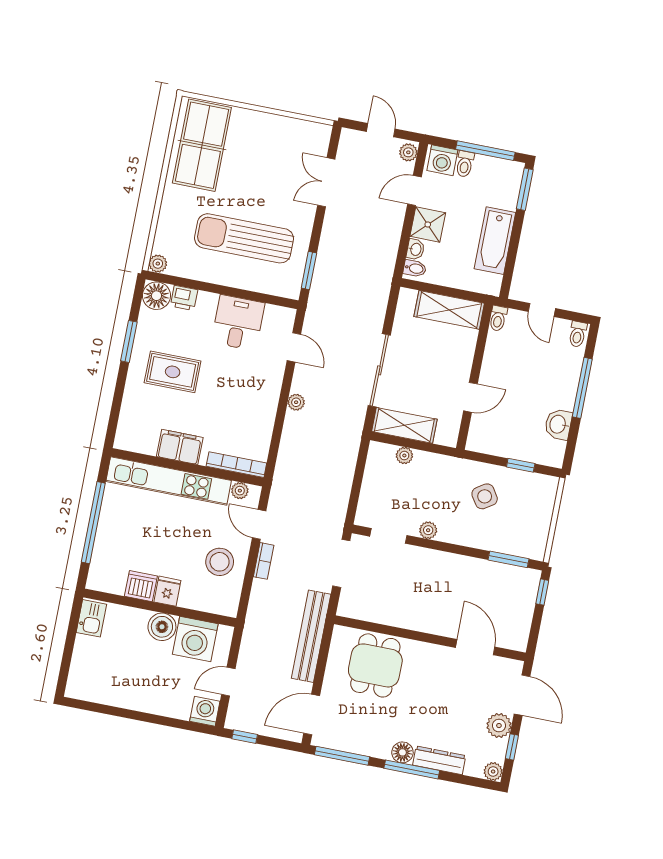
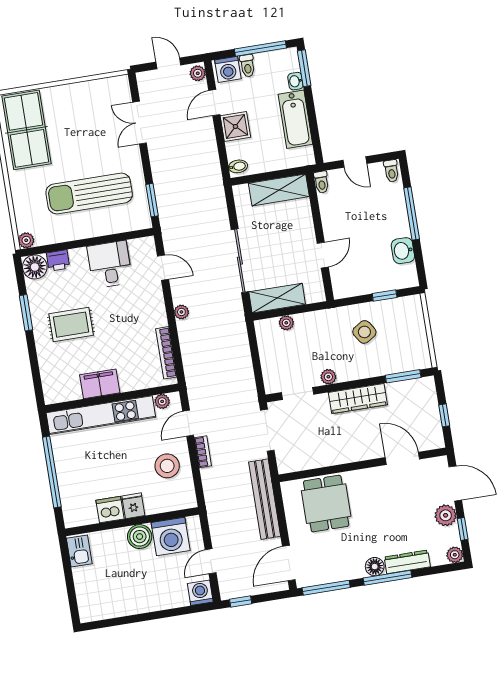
washbasin: (415, 249) -> (295, 81), moved, turned 180
bookcase: (236, 465) -> (166, 353), moved, turned -90
door: (259, 524) -> (188, 423), hinge flipped
wardrobe: (451, 565) -> (358, 399), added
window: (542, 592) -> (444, 415), moved

